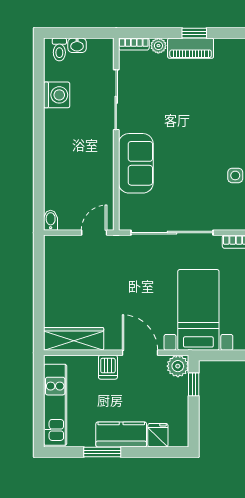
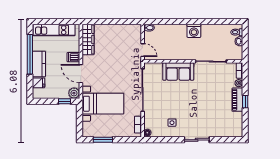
washing machine: (57, 95) -> (194, 31), moved
door: (140, 353) -> (81, 74), swing flipped
window: (102, 452) -> (30, 54), width x2.11

